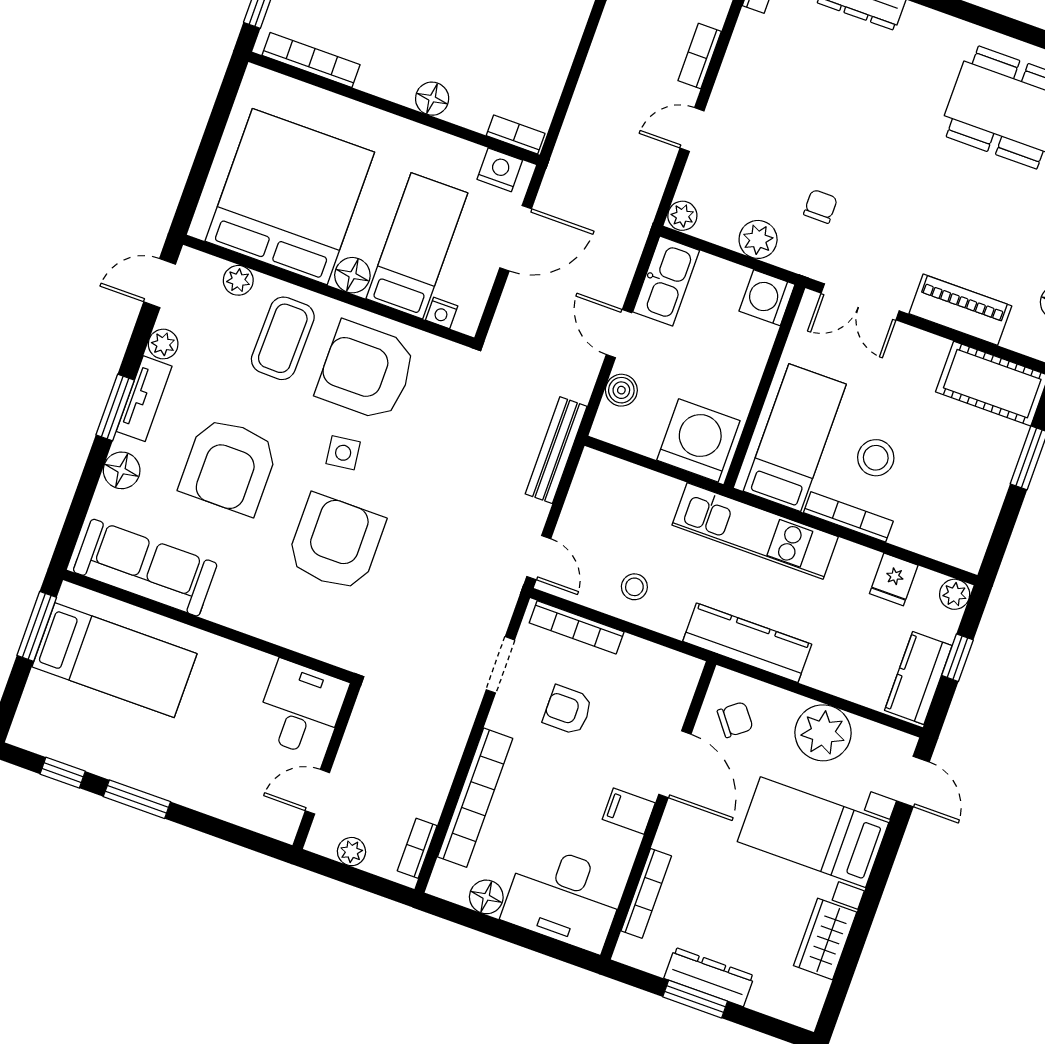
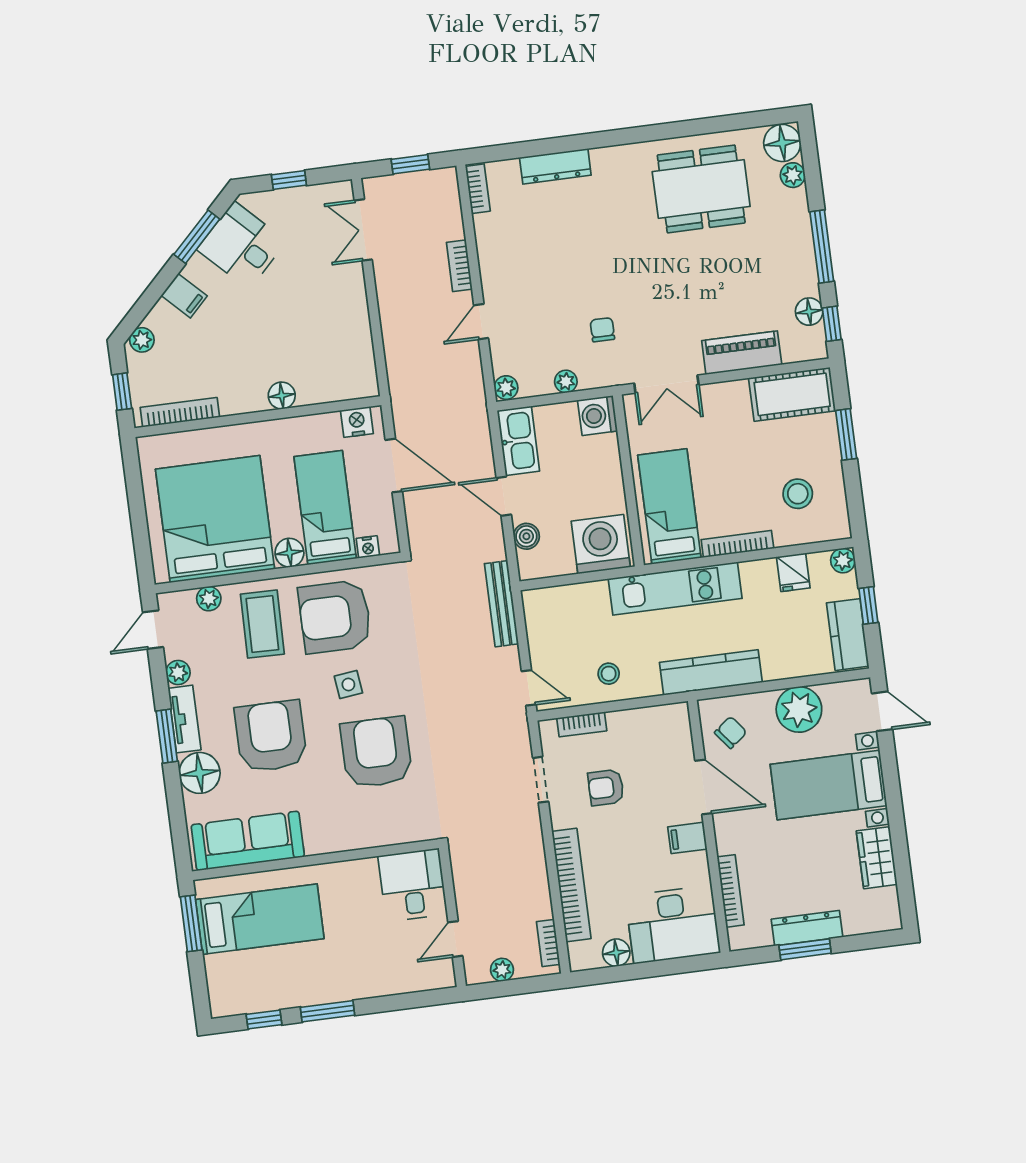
bookcase: (516, 134) -> (355, 391), removed
door: (516, 238) -> (394, 466), hinge flipped
plant: (758, 239) -> (566, 381), width x0.73, depth x0.73
stool: (876, 458) -> (798, 494), moved
armchair: (229, 466) -> (271, 736), turned 180
floor lamp: (122, 470) -> (200, 773), width x1.38, depth x1.38
bookcase: (577, 627) -> (582, 724), width x0.64

